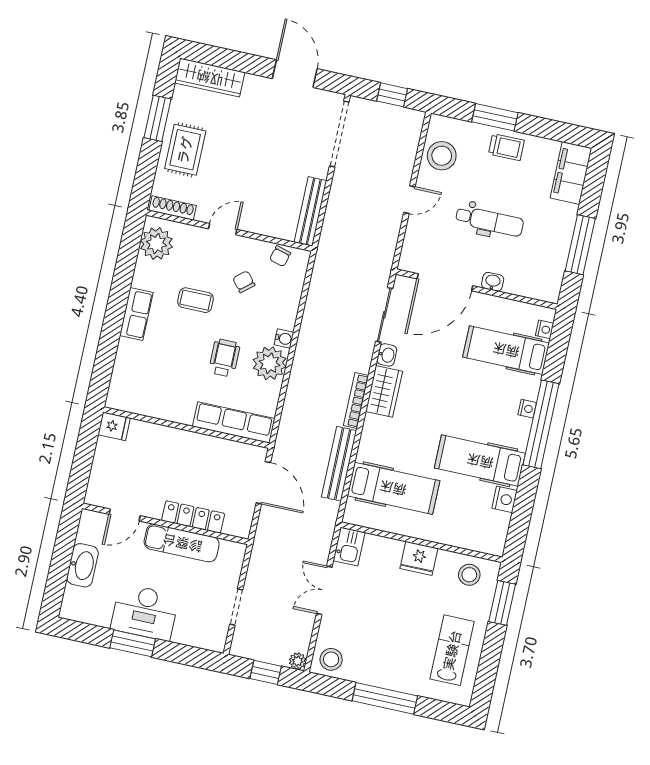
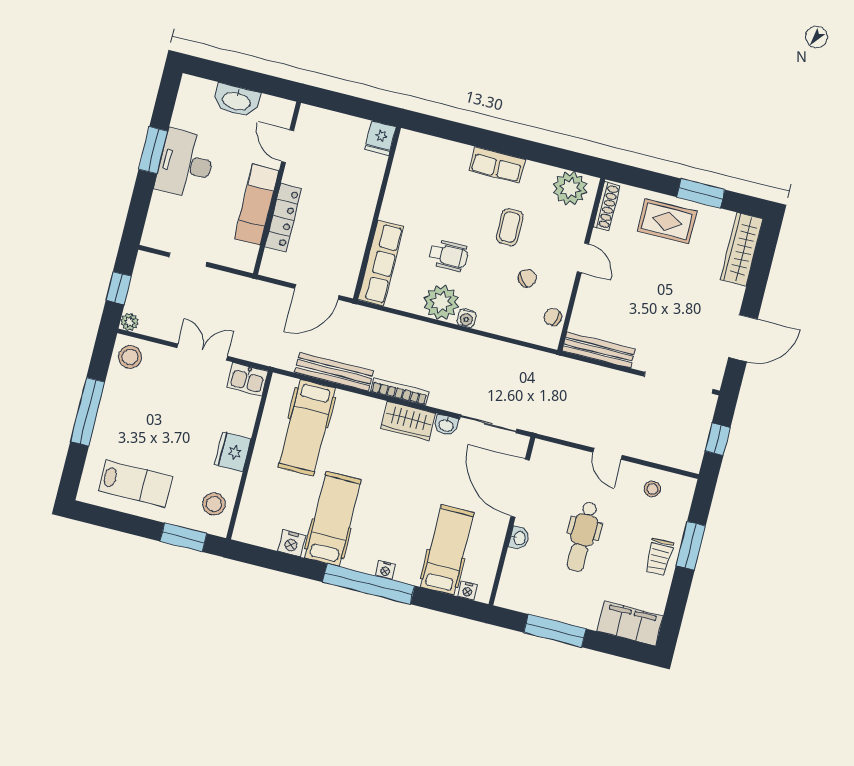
stool: (442, 156) -> (652, 489), width x0.53, depth x0.53

